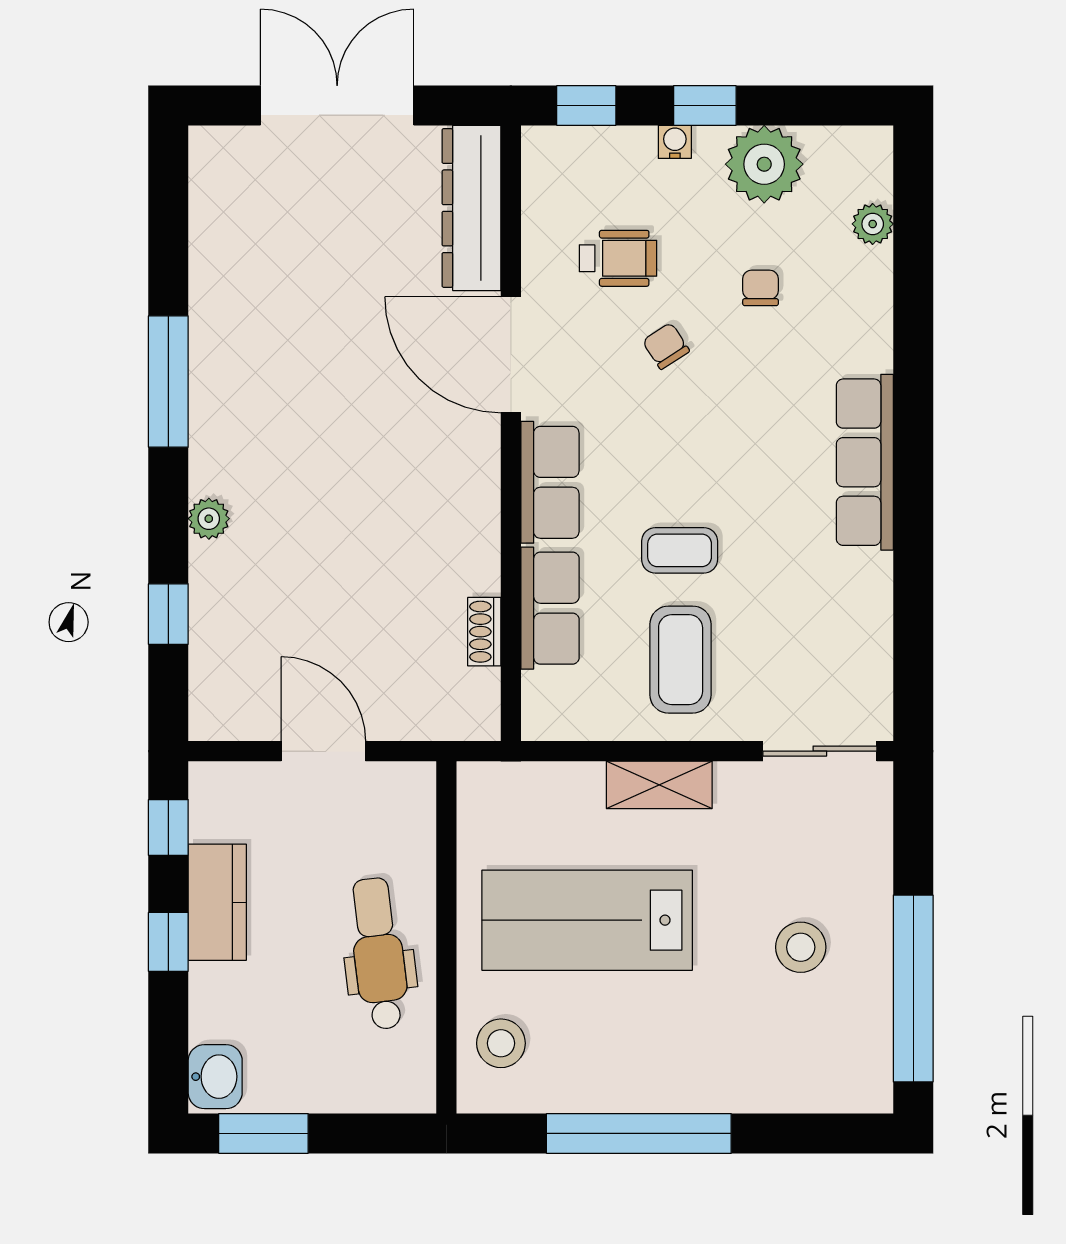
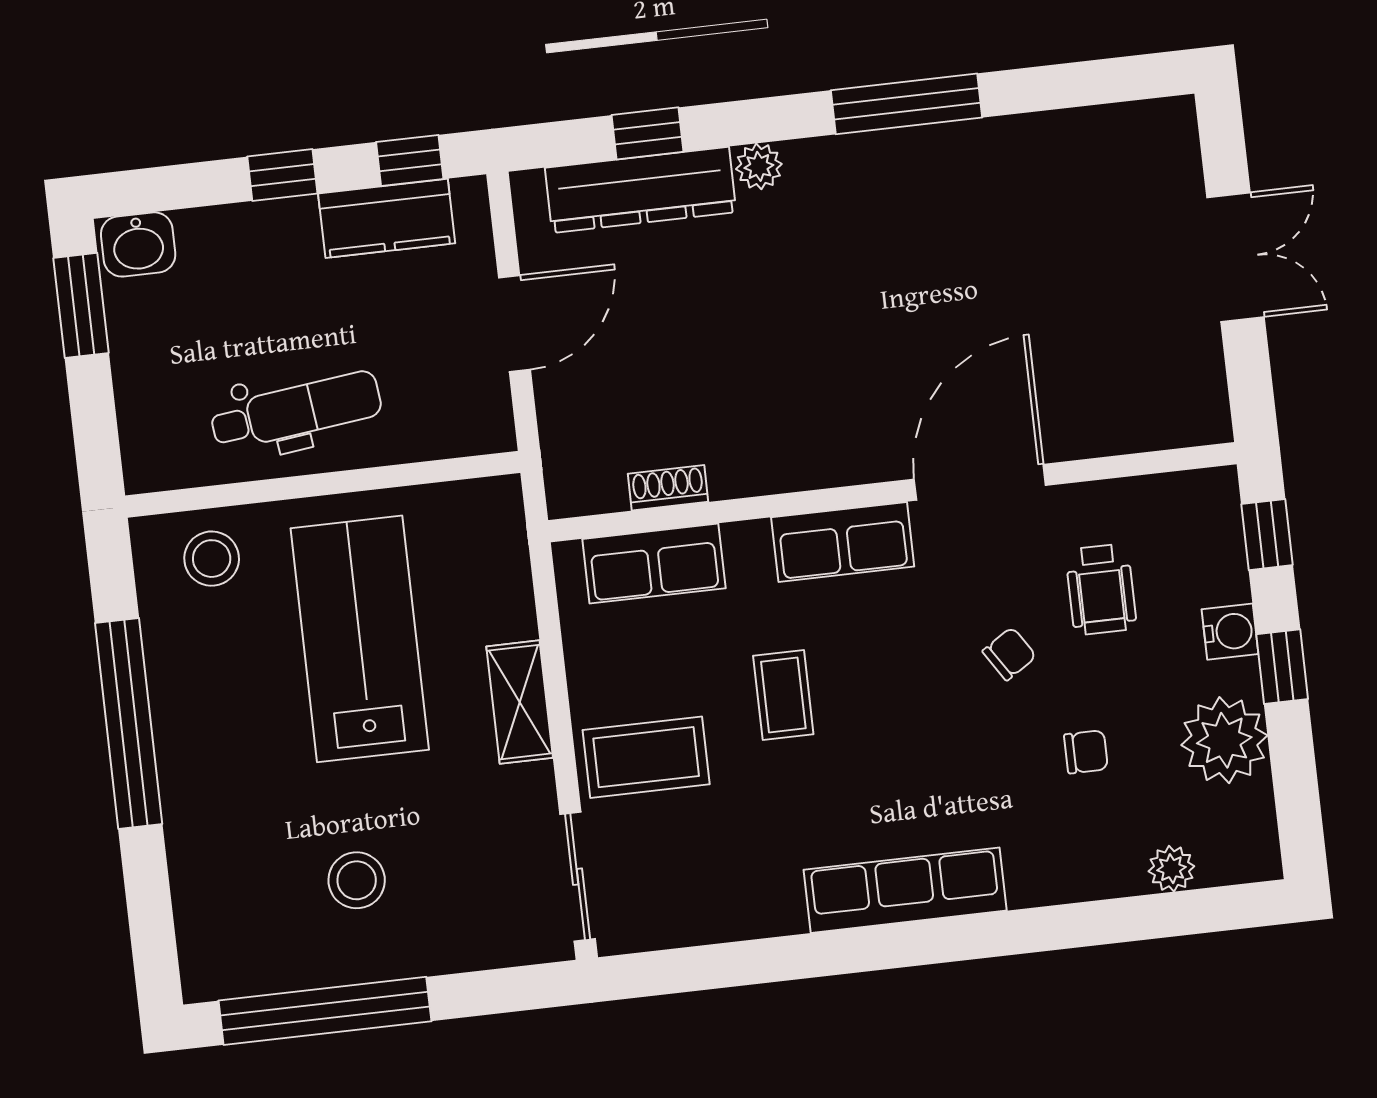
double door: (337, 106) -> (1235, 257), width x0.73
water cooler: (675, 142) -> (1230, 632), width x1.38, depth x1.38
dresser: (472, 208) -> (641, 190), moved, turned 180
row of seats: (550, 608) -> (654, 564), moved
coffee table: (681, 660) -> (646, 757), moved
kitchen counter: (217, 902) -> (387, 218), moved

